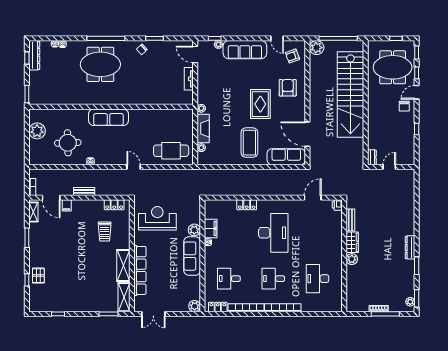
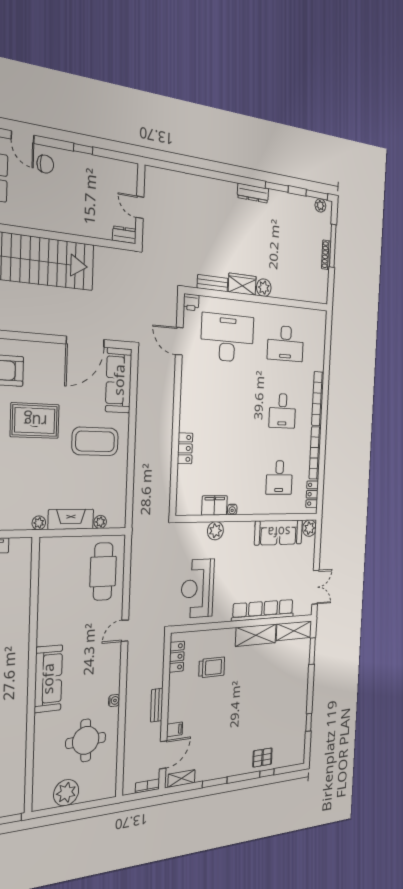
desk: (273, 233) -> (227, 338), moved
sofa: (192, 256) -> (279, 532), moved

